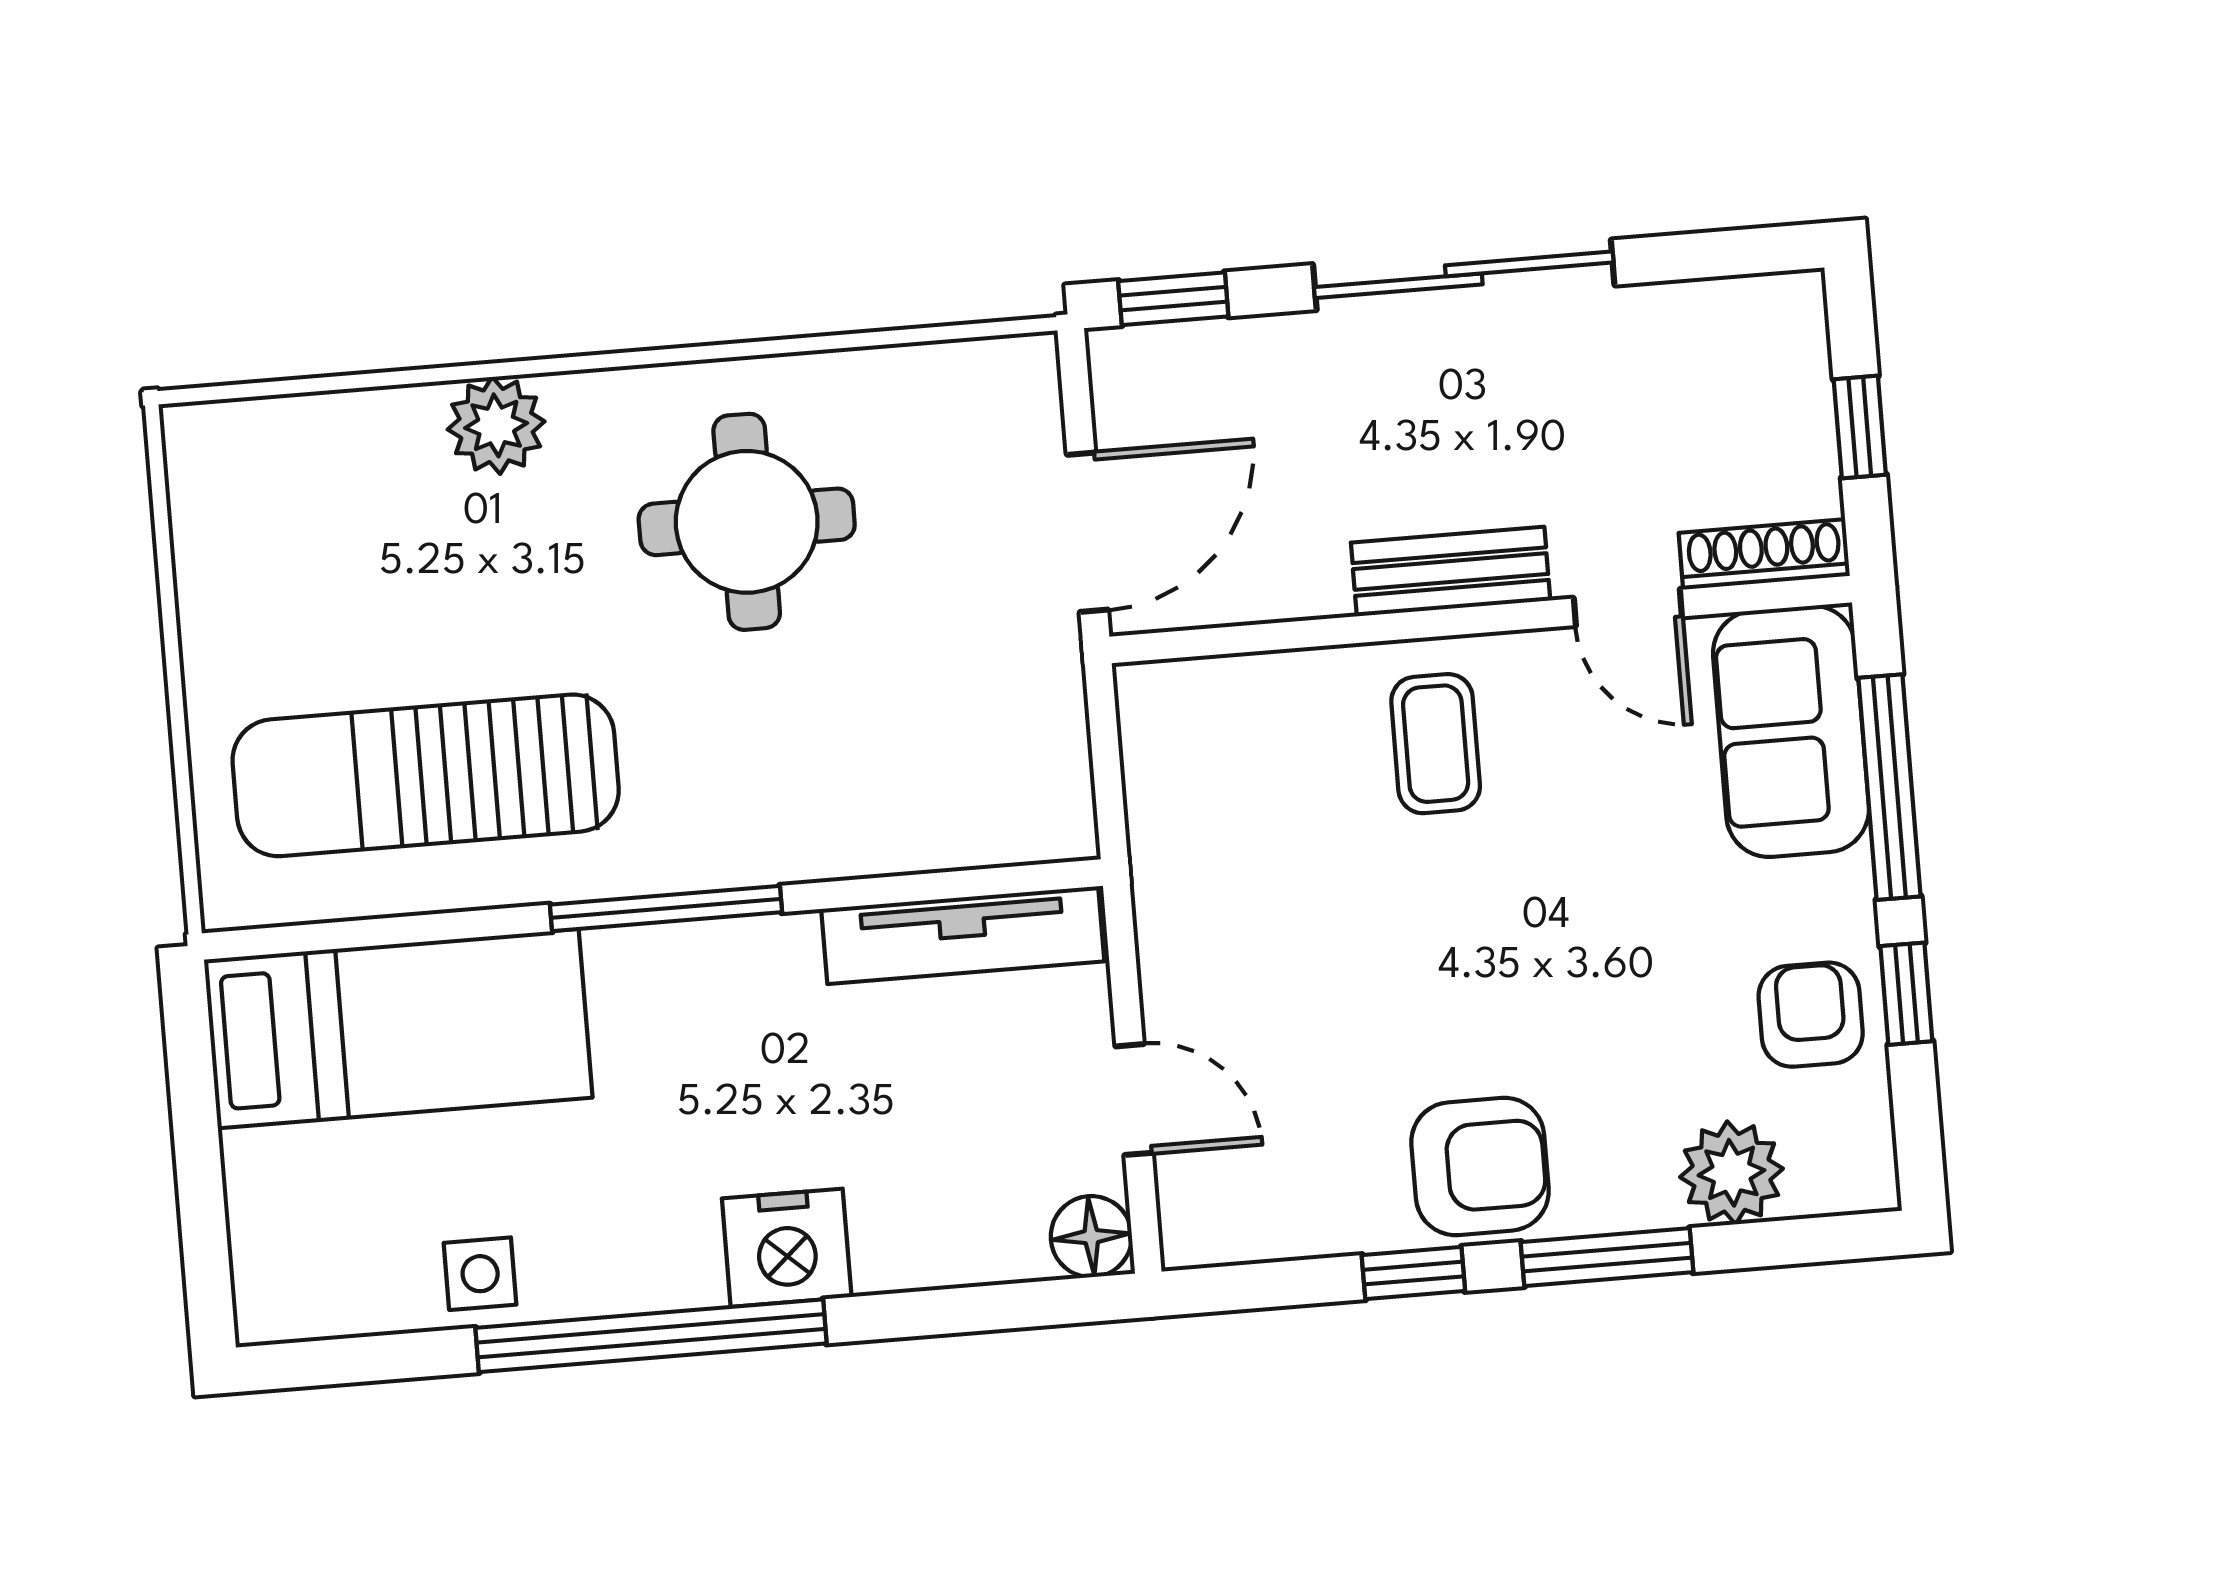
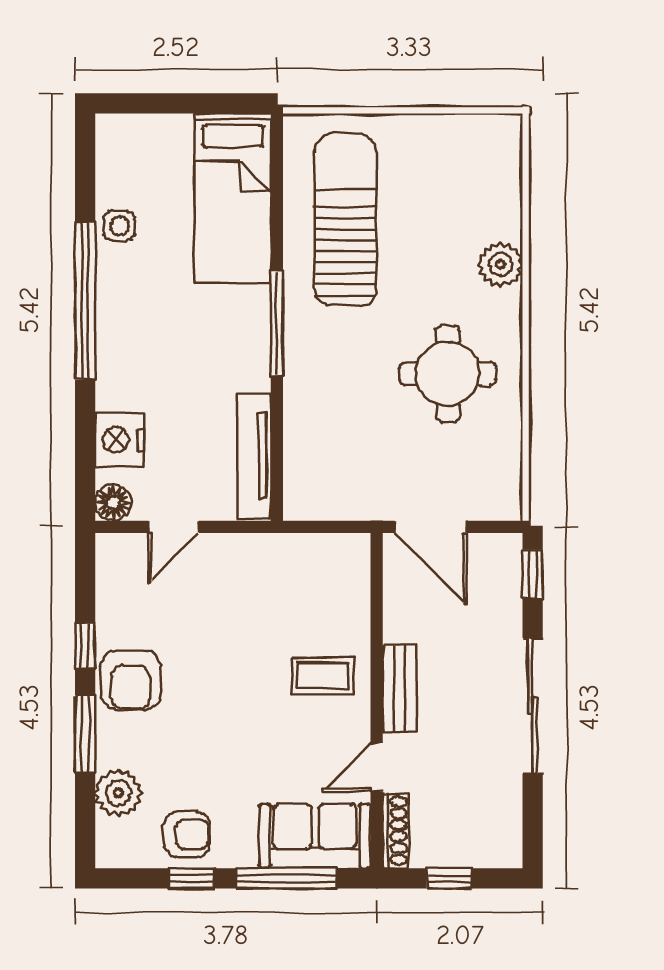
nightstand: (787, 1248) -> (120, 440), moved

